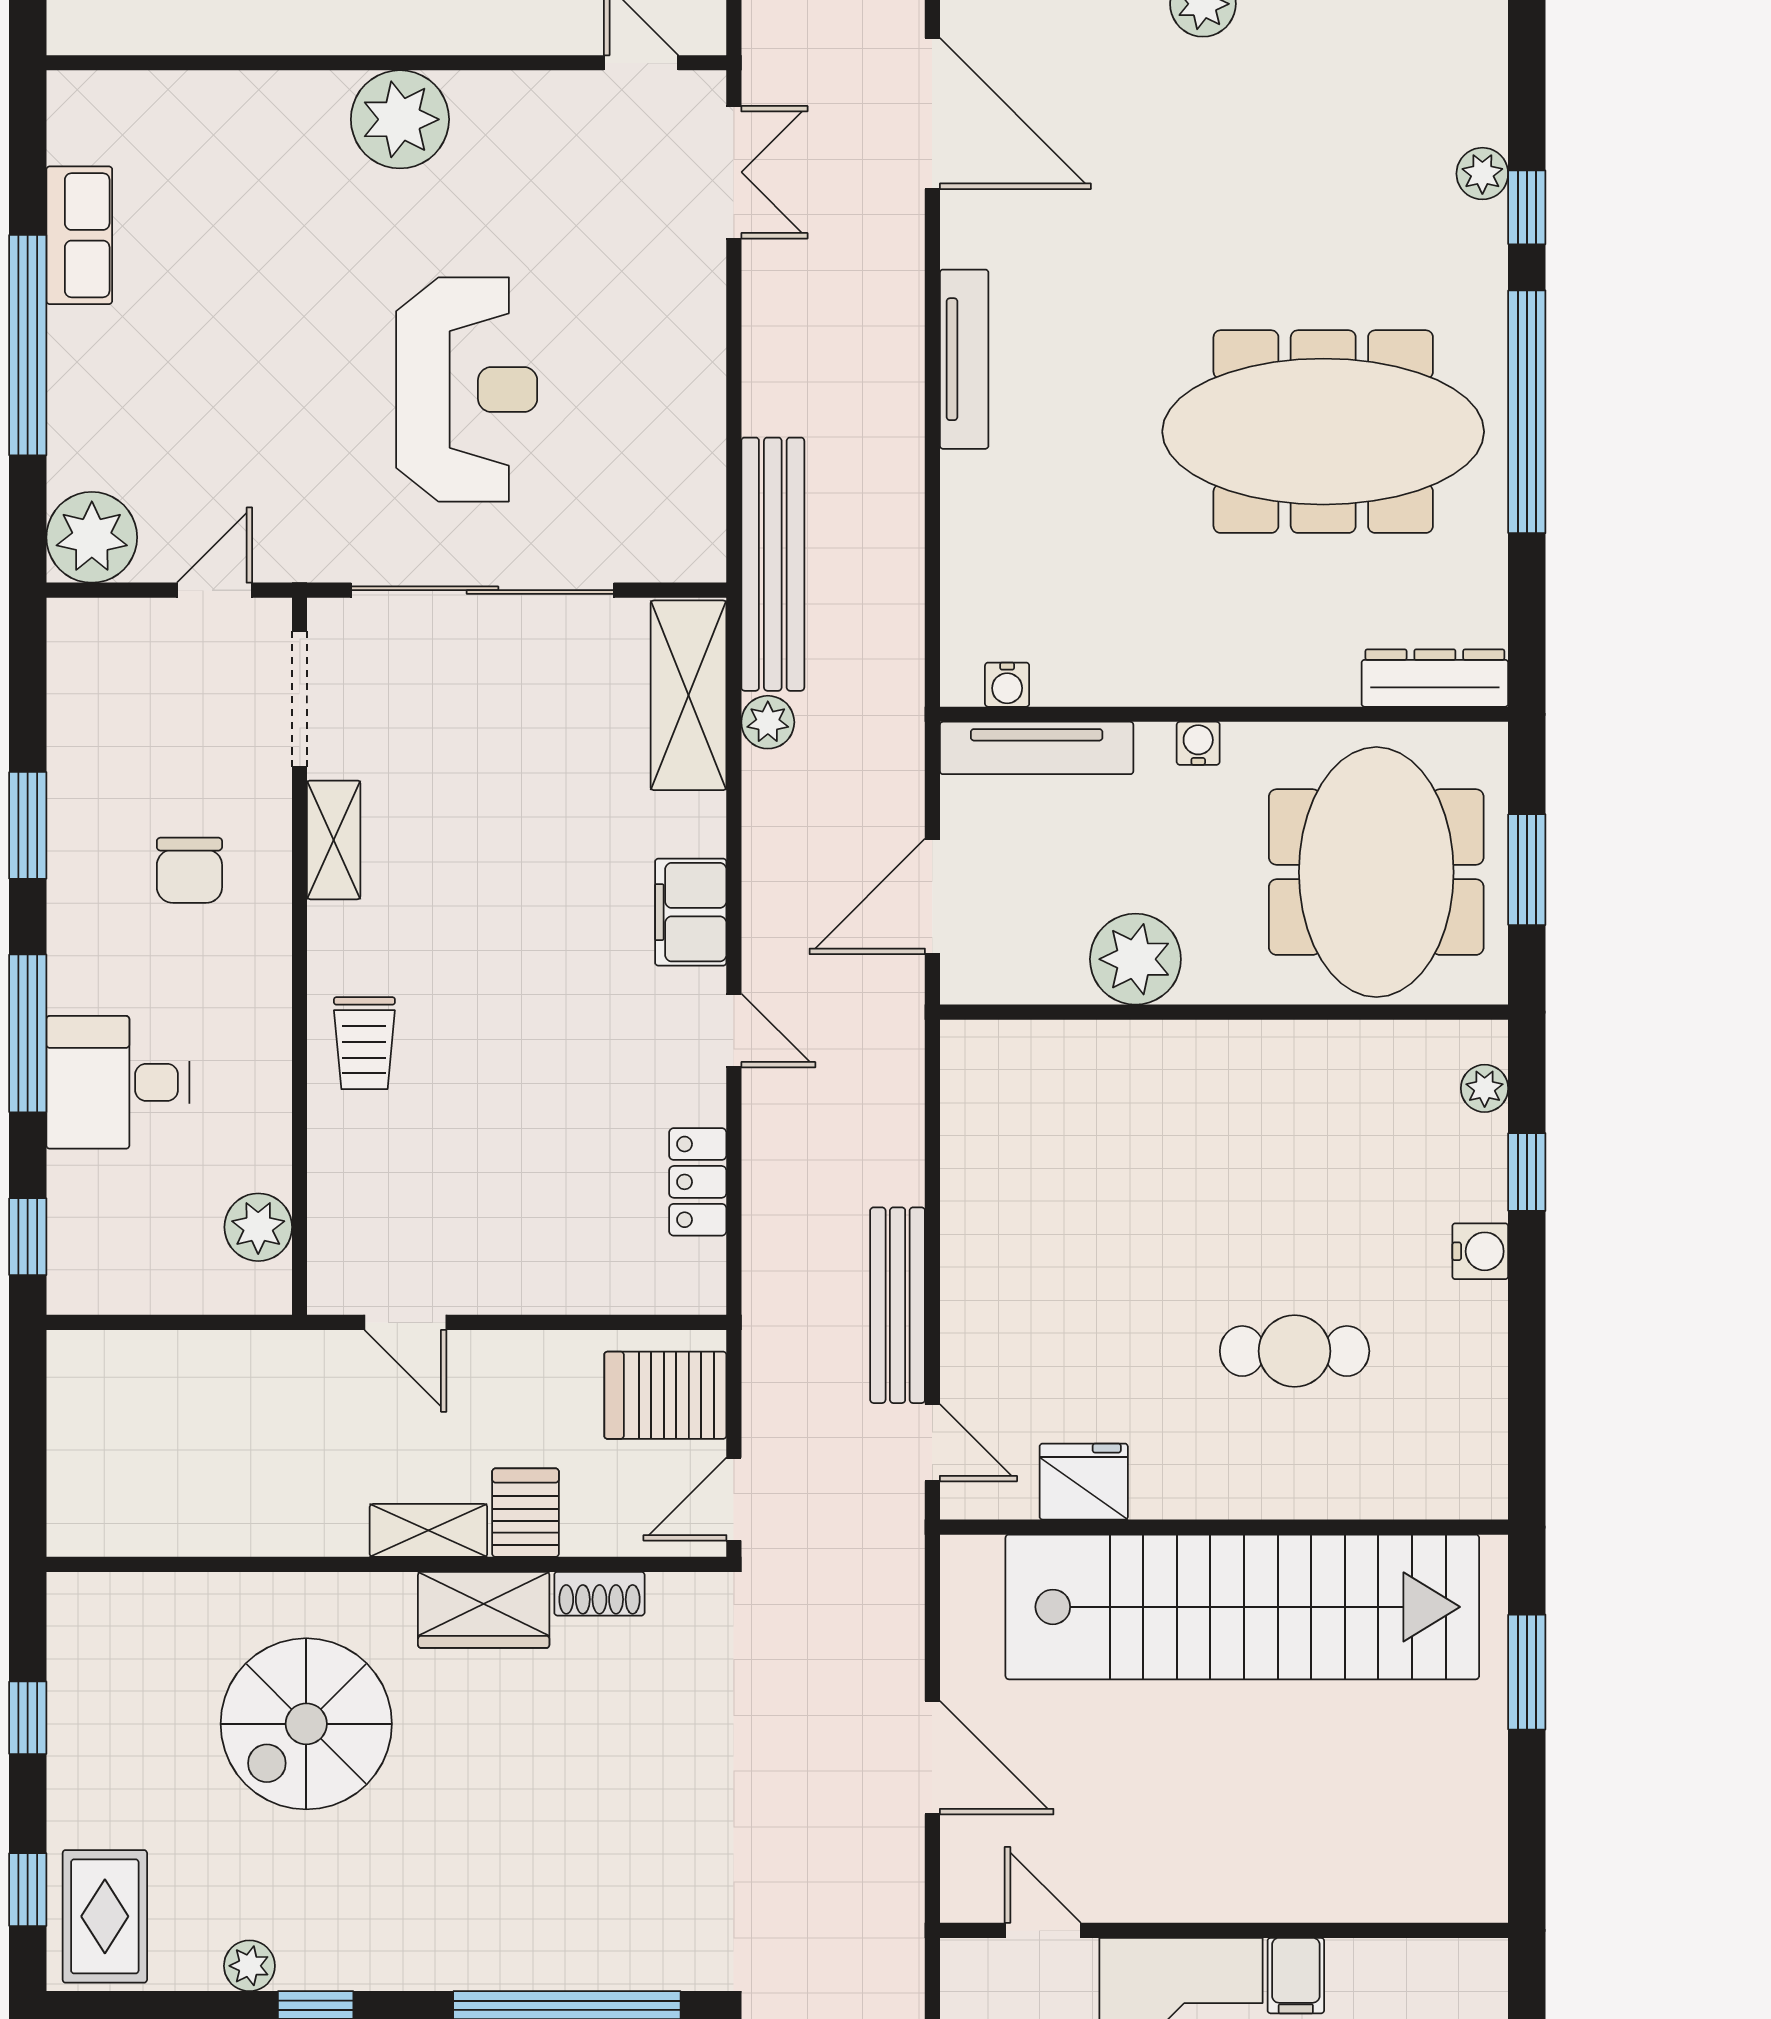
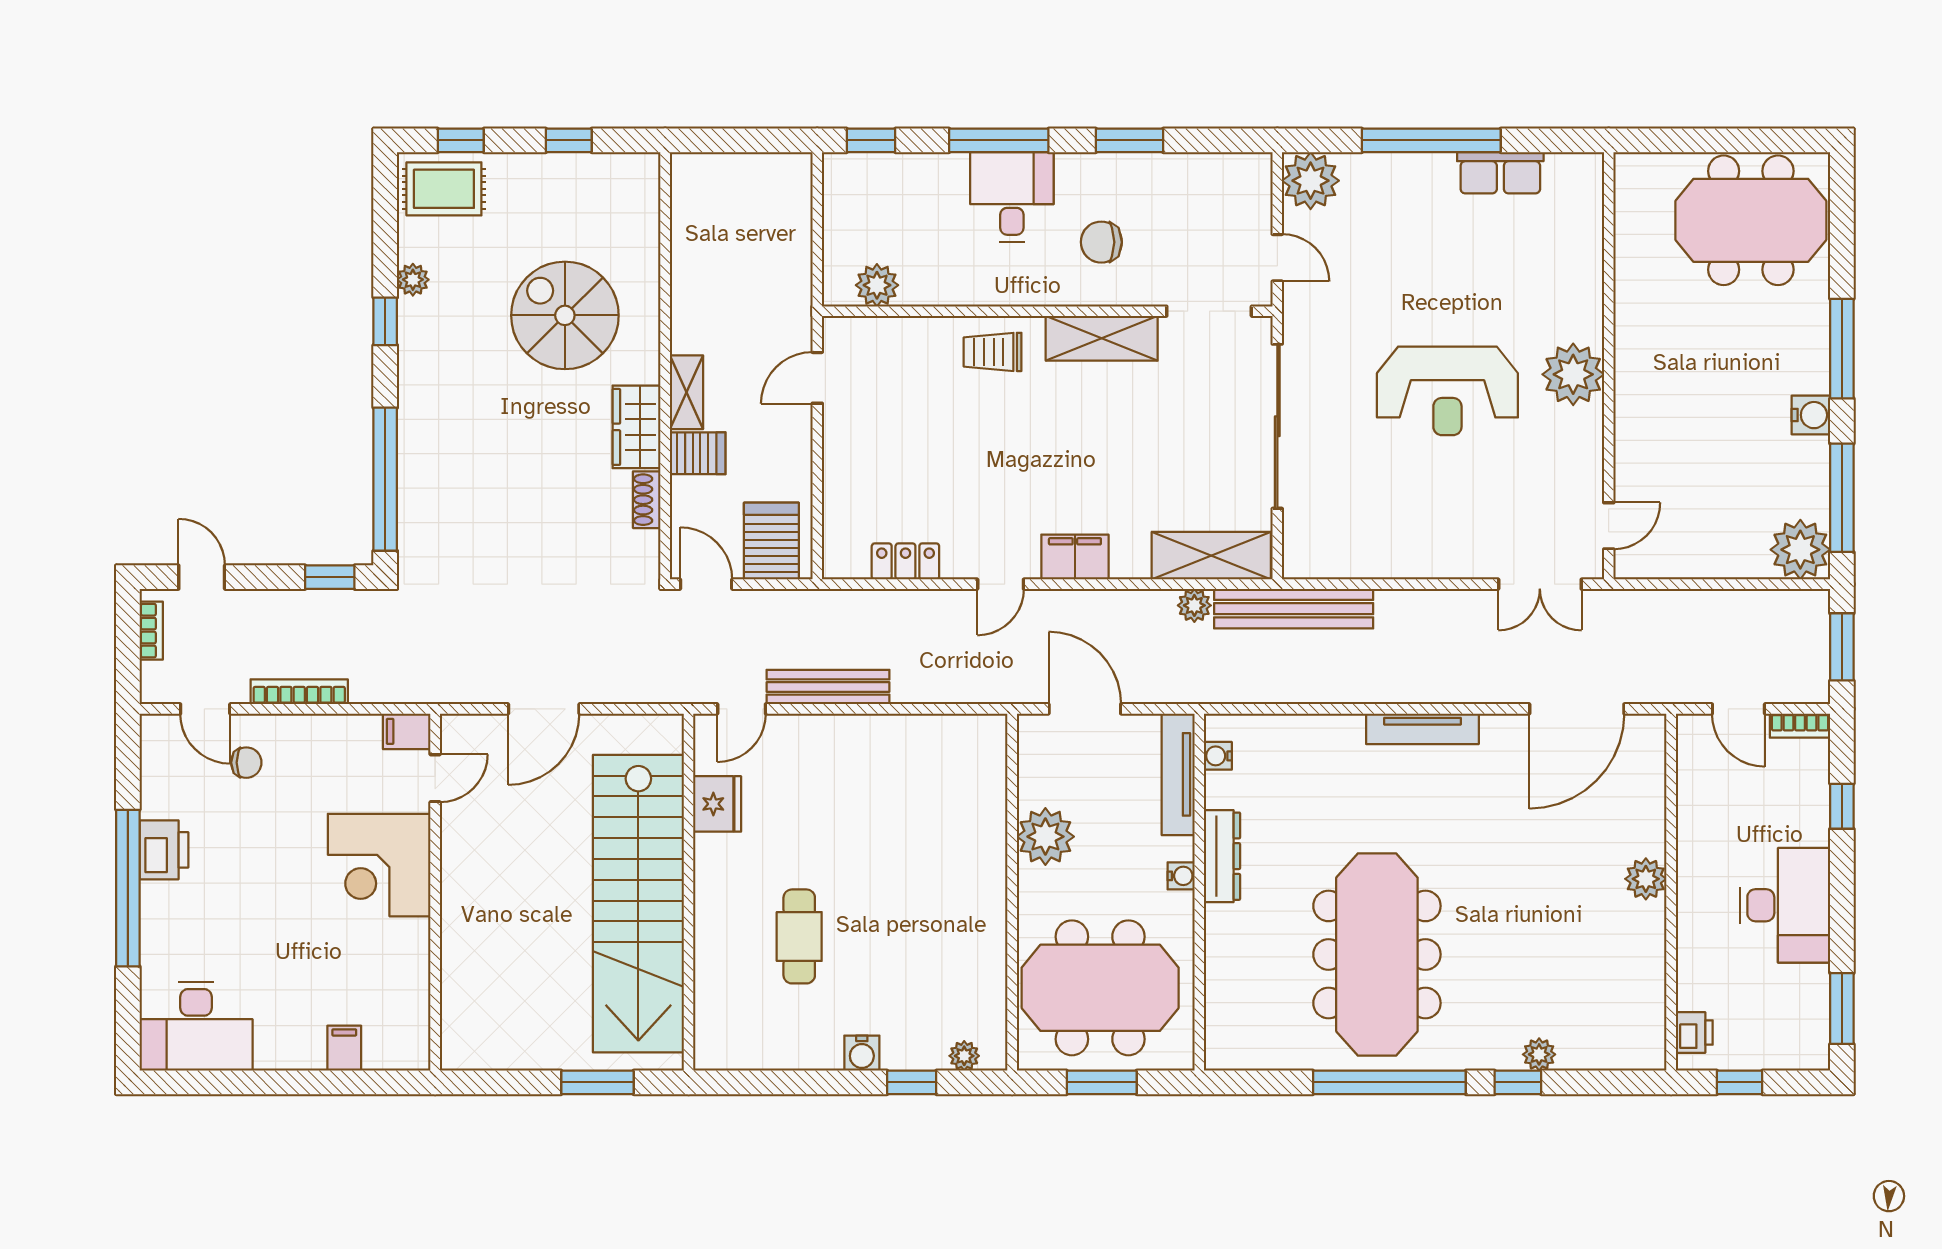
reception desk: (467, 389) -> (1447, 391), moved
dresser: (1435, 678) -> (1222, 856), moved
shelving: (334, 840) -> (1102, 338), width x1.50, depth x1.33
desk: (118, 1082) -> (1012, 197), moved
filing cabinet: (1296, 1976) -> (407, 731), moved

